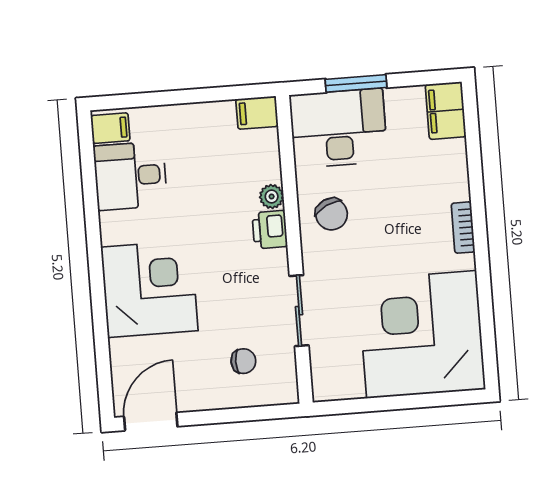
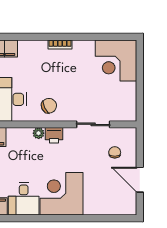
corner desk: (149, 289) -> (62, 194), moved
corner desk: (422, 334) -> (116, 60), width x0.74, depth x0.74
door: (151, 422) -> (140, 180), moved

